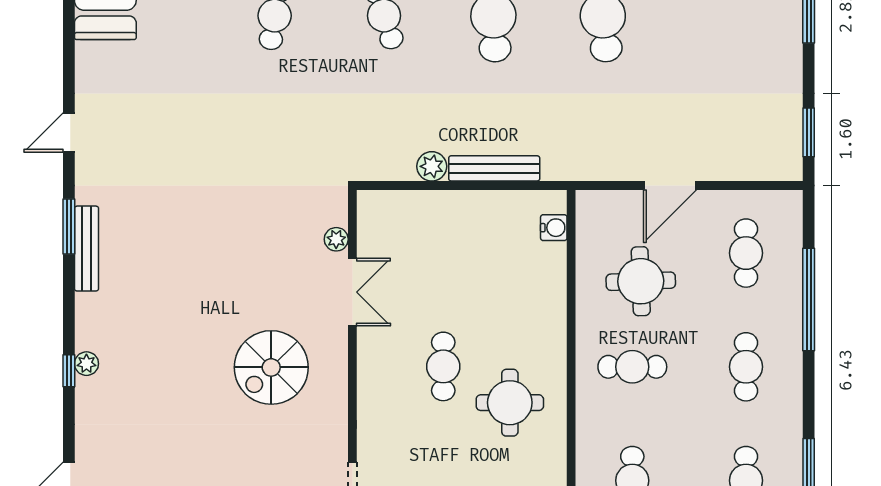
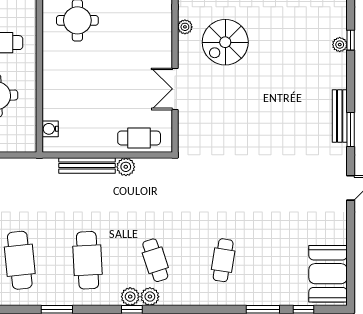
plant: (336, 239) -> (185, 27), moved
cafe table: (443, 366) -> (139, 138), moved, turned 90
spiral stairs: (271, 367) -> (225, 42), turned 180

